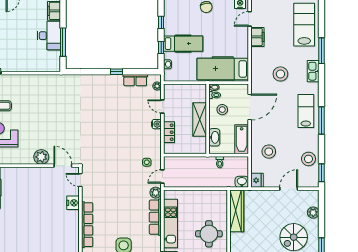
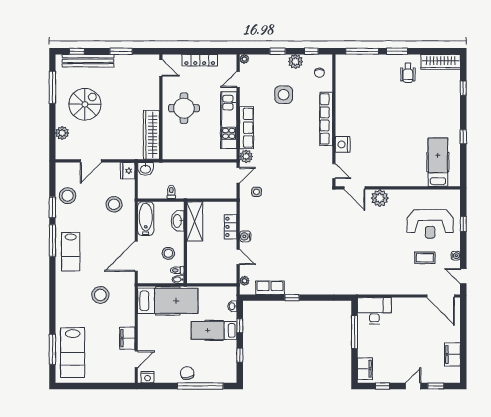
desk: (49, 36) -> (374, 311), moved, turned 90
window: (322, 51) -> (52, 349), moved
kitchen sink: (313, 71) -> (62, 298), removed
shelving: (200, 119) -> (195, 221), moved
window: (322, 173) -> (52, 207), moved

